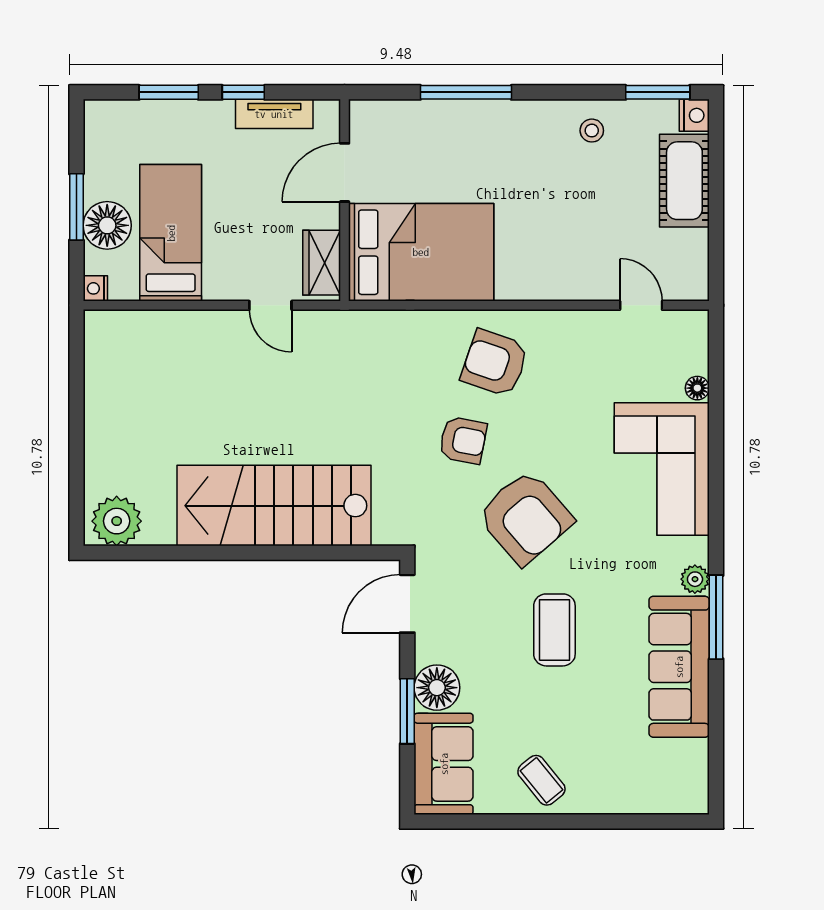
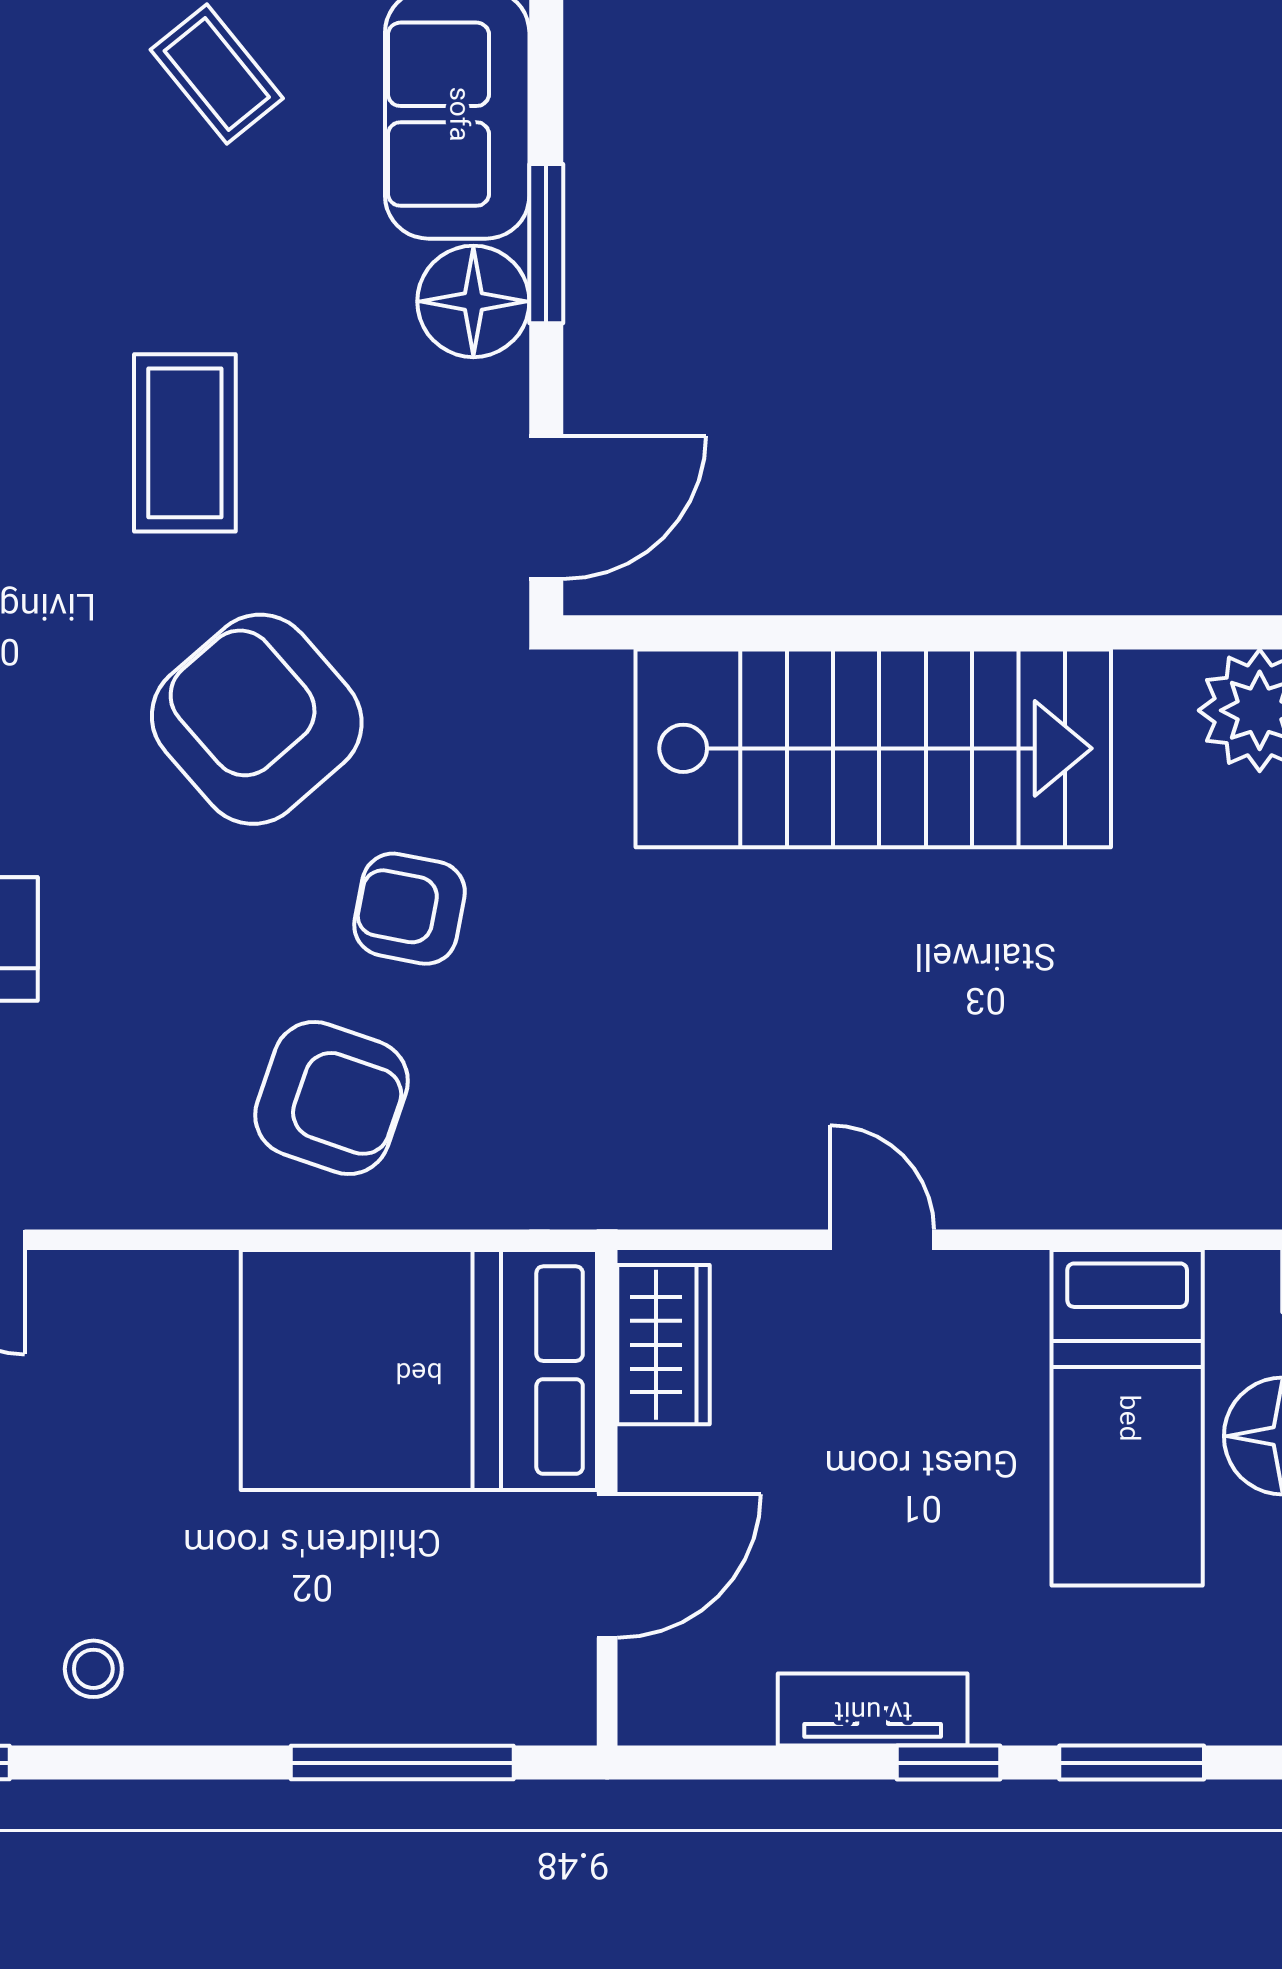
door: (345, 172) -> (607, 1566), moved
wall: (345, 200) -> (607, 1498), moved
bed: (421, 252) -> (419, 1370), moved
wardrobe: (322, 263) -> (663, 1345), moved

